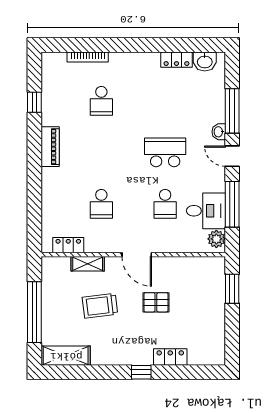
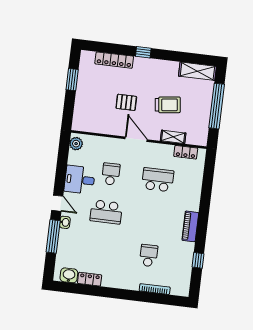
school desk: (101, 204) -> (158, 180), width x1.85
window: (232, 204) -> (61, 168), removed
desk: (206, 211) -> (80, 180), moved
window: (232, 289) -> (72, 80), moved
locker: (170, 357) -> (114, 60), width x1.53

